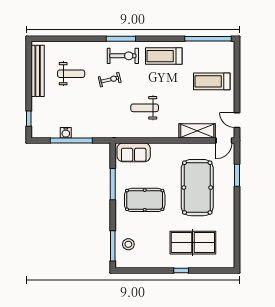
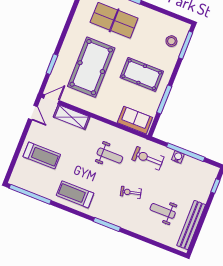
exercise bike: (123, 56) -> (148, 158), moved
treadmill: (164, 56) -> (75, 194), turned 180
water cooler: (66, 133) -> (178, 157), moved

